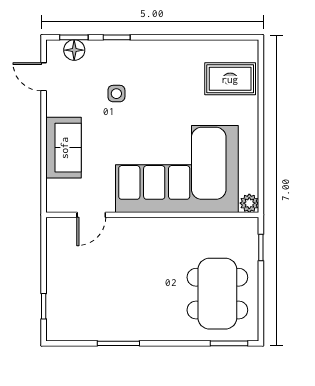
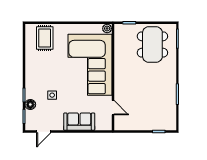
floor lamp: (74, 50) -> (30, 104), moved
dining table: (217, 294) -> (152, 44), turned 90

